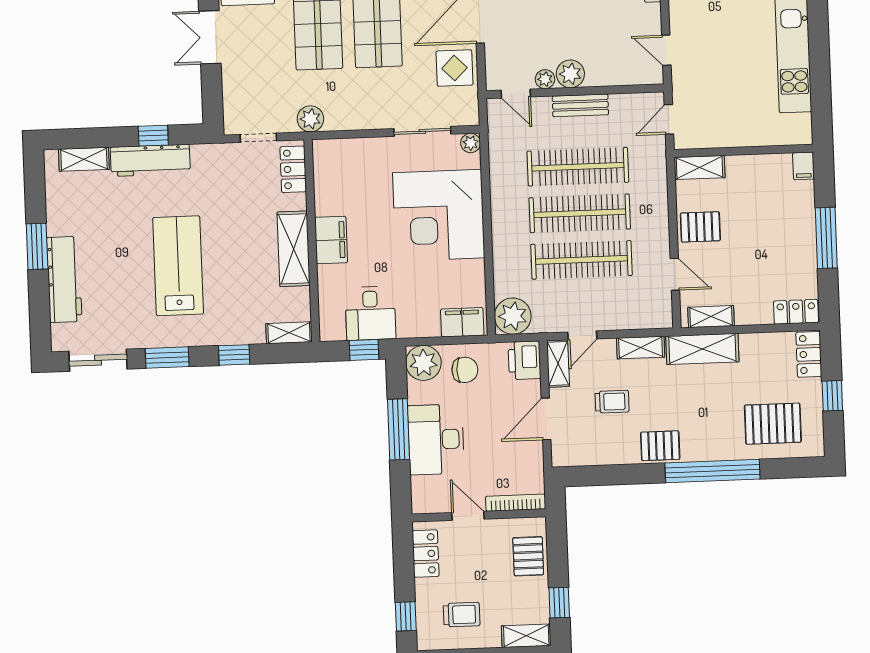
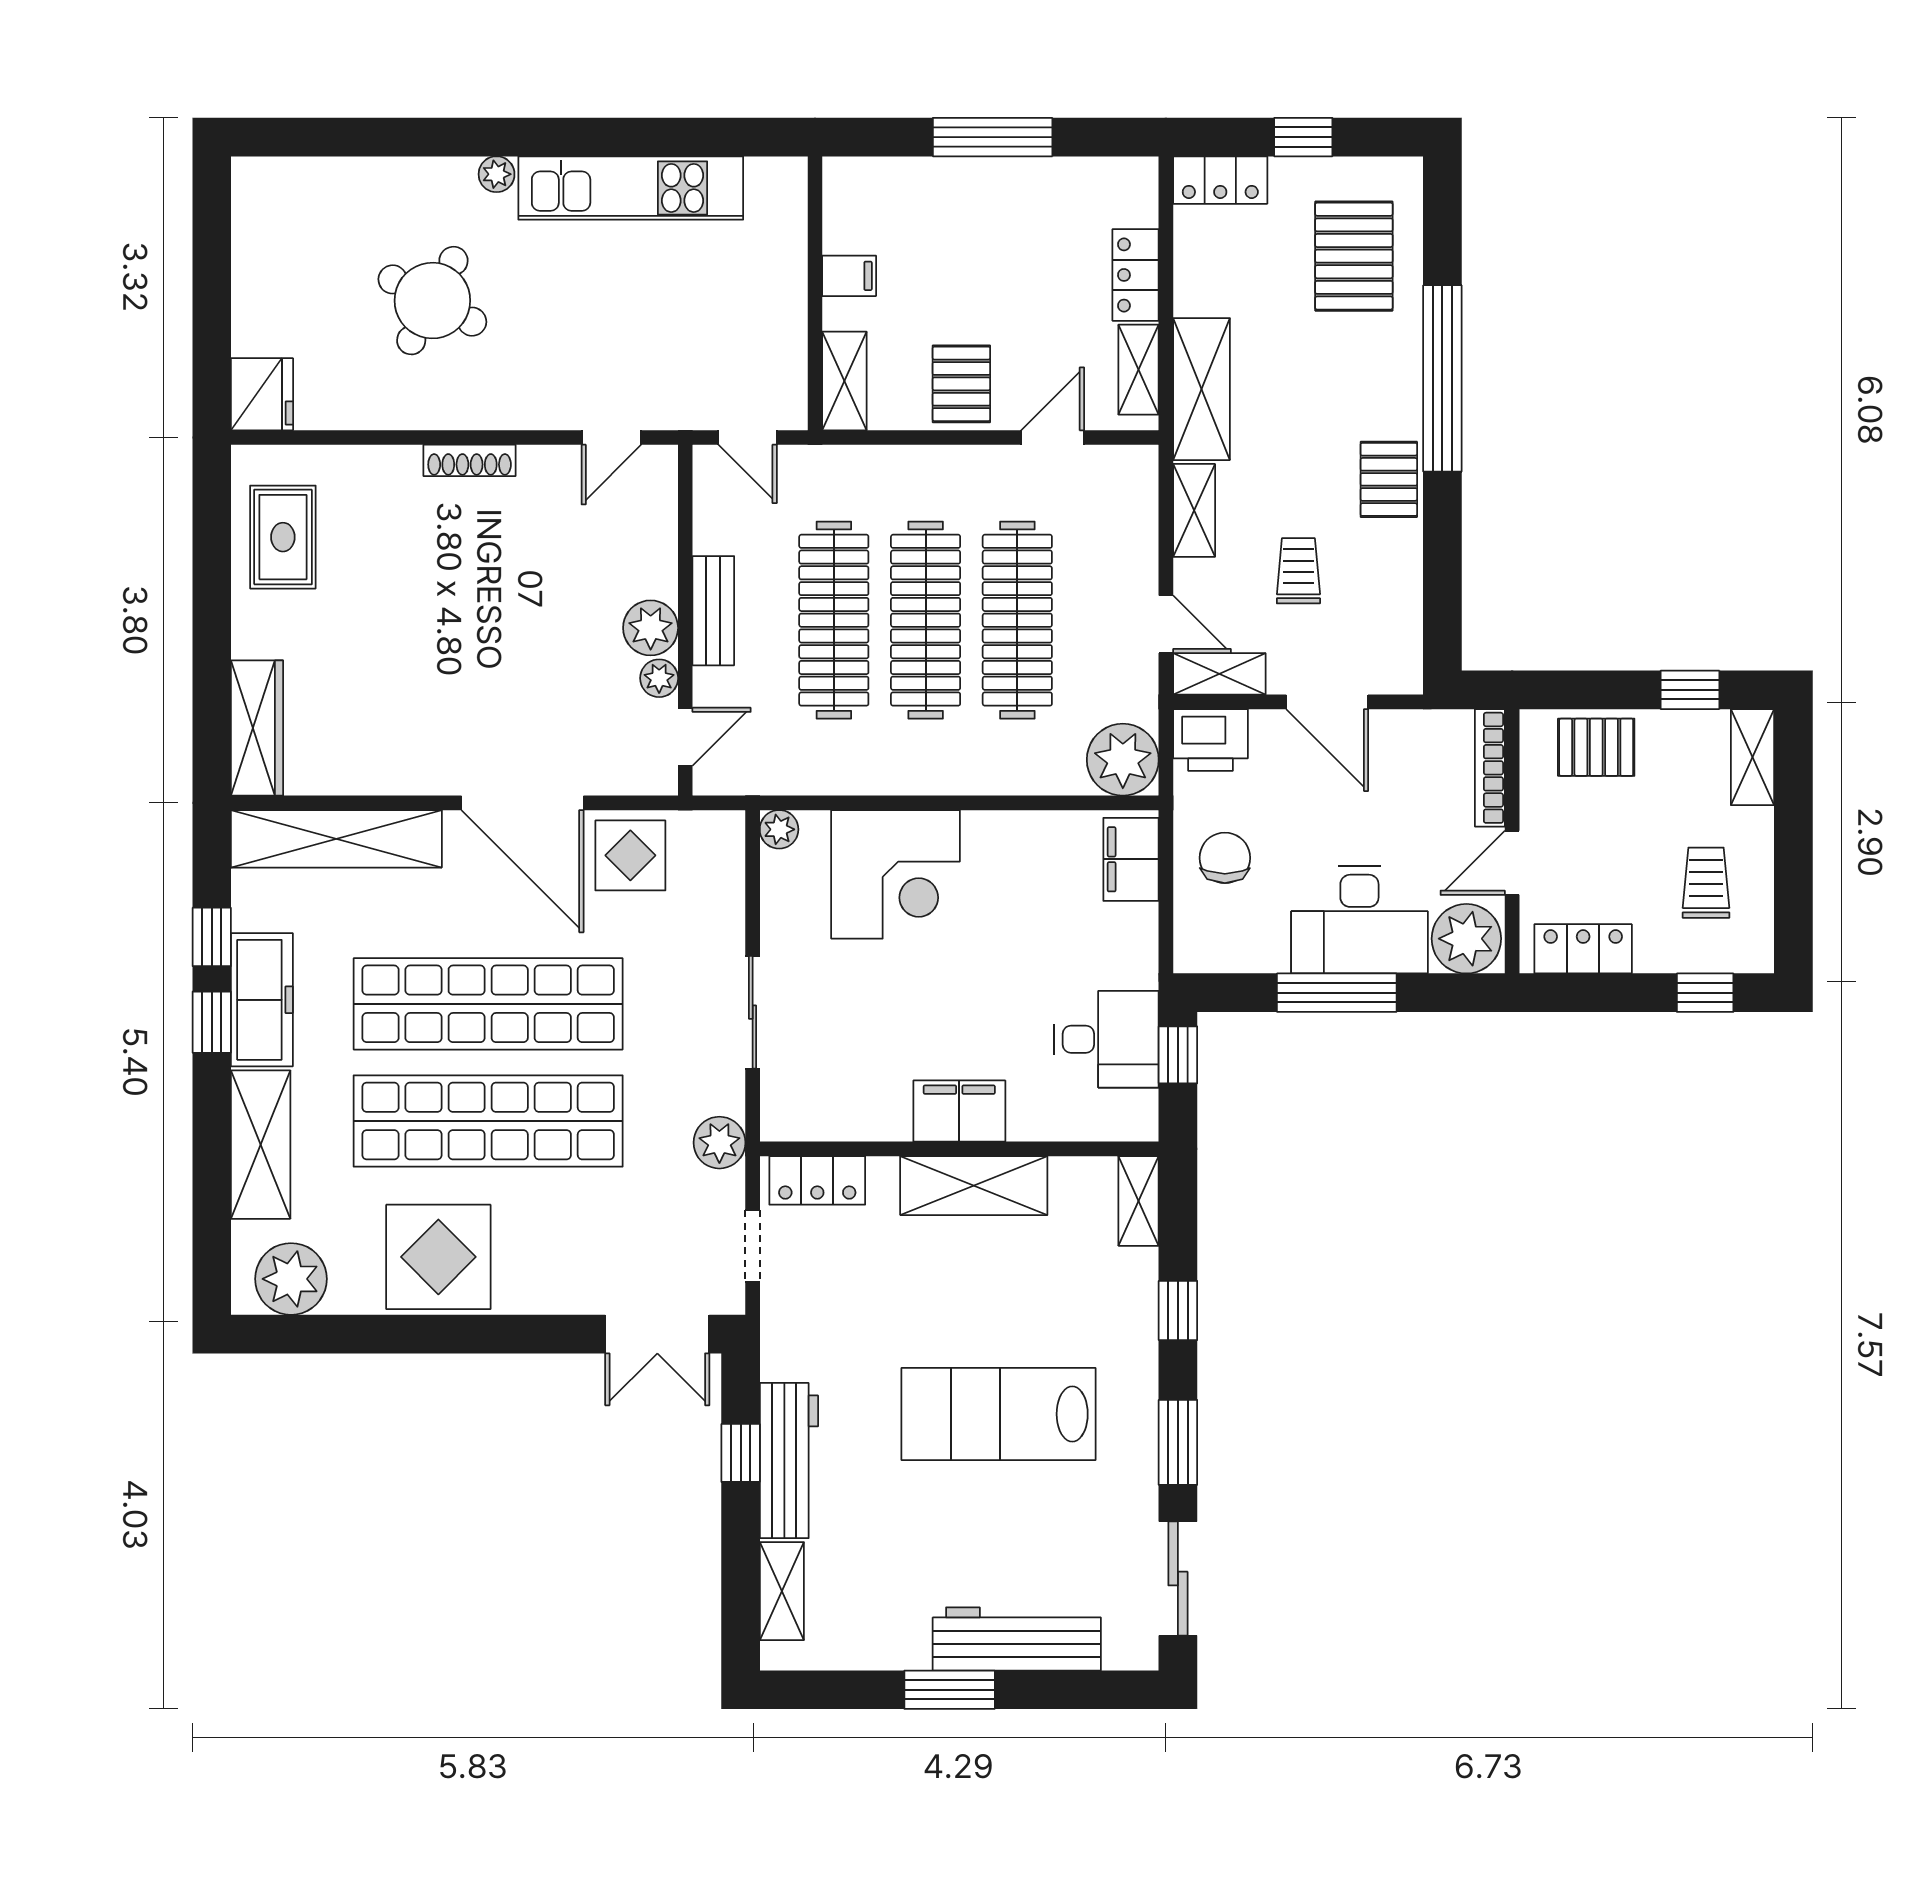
double door: (210, 37) -> (657, 1334), moved
sliding door: (422, 131) -> (753, 1012), moved
filing cabinet: (803, 166) -> (849, 276), moved
corner desk: (439, 215) -> (896, 874), width x0.74, depth x0.74
locker: (796, 312) -> (1136, 275), moved
plant: (423, 363) -> (1466, 939), moved

